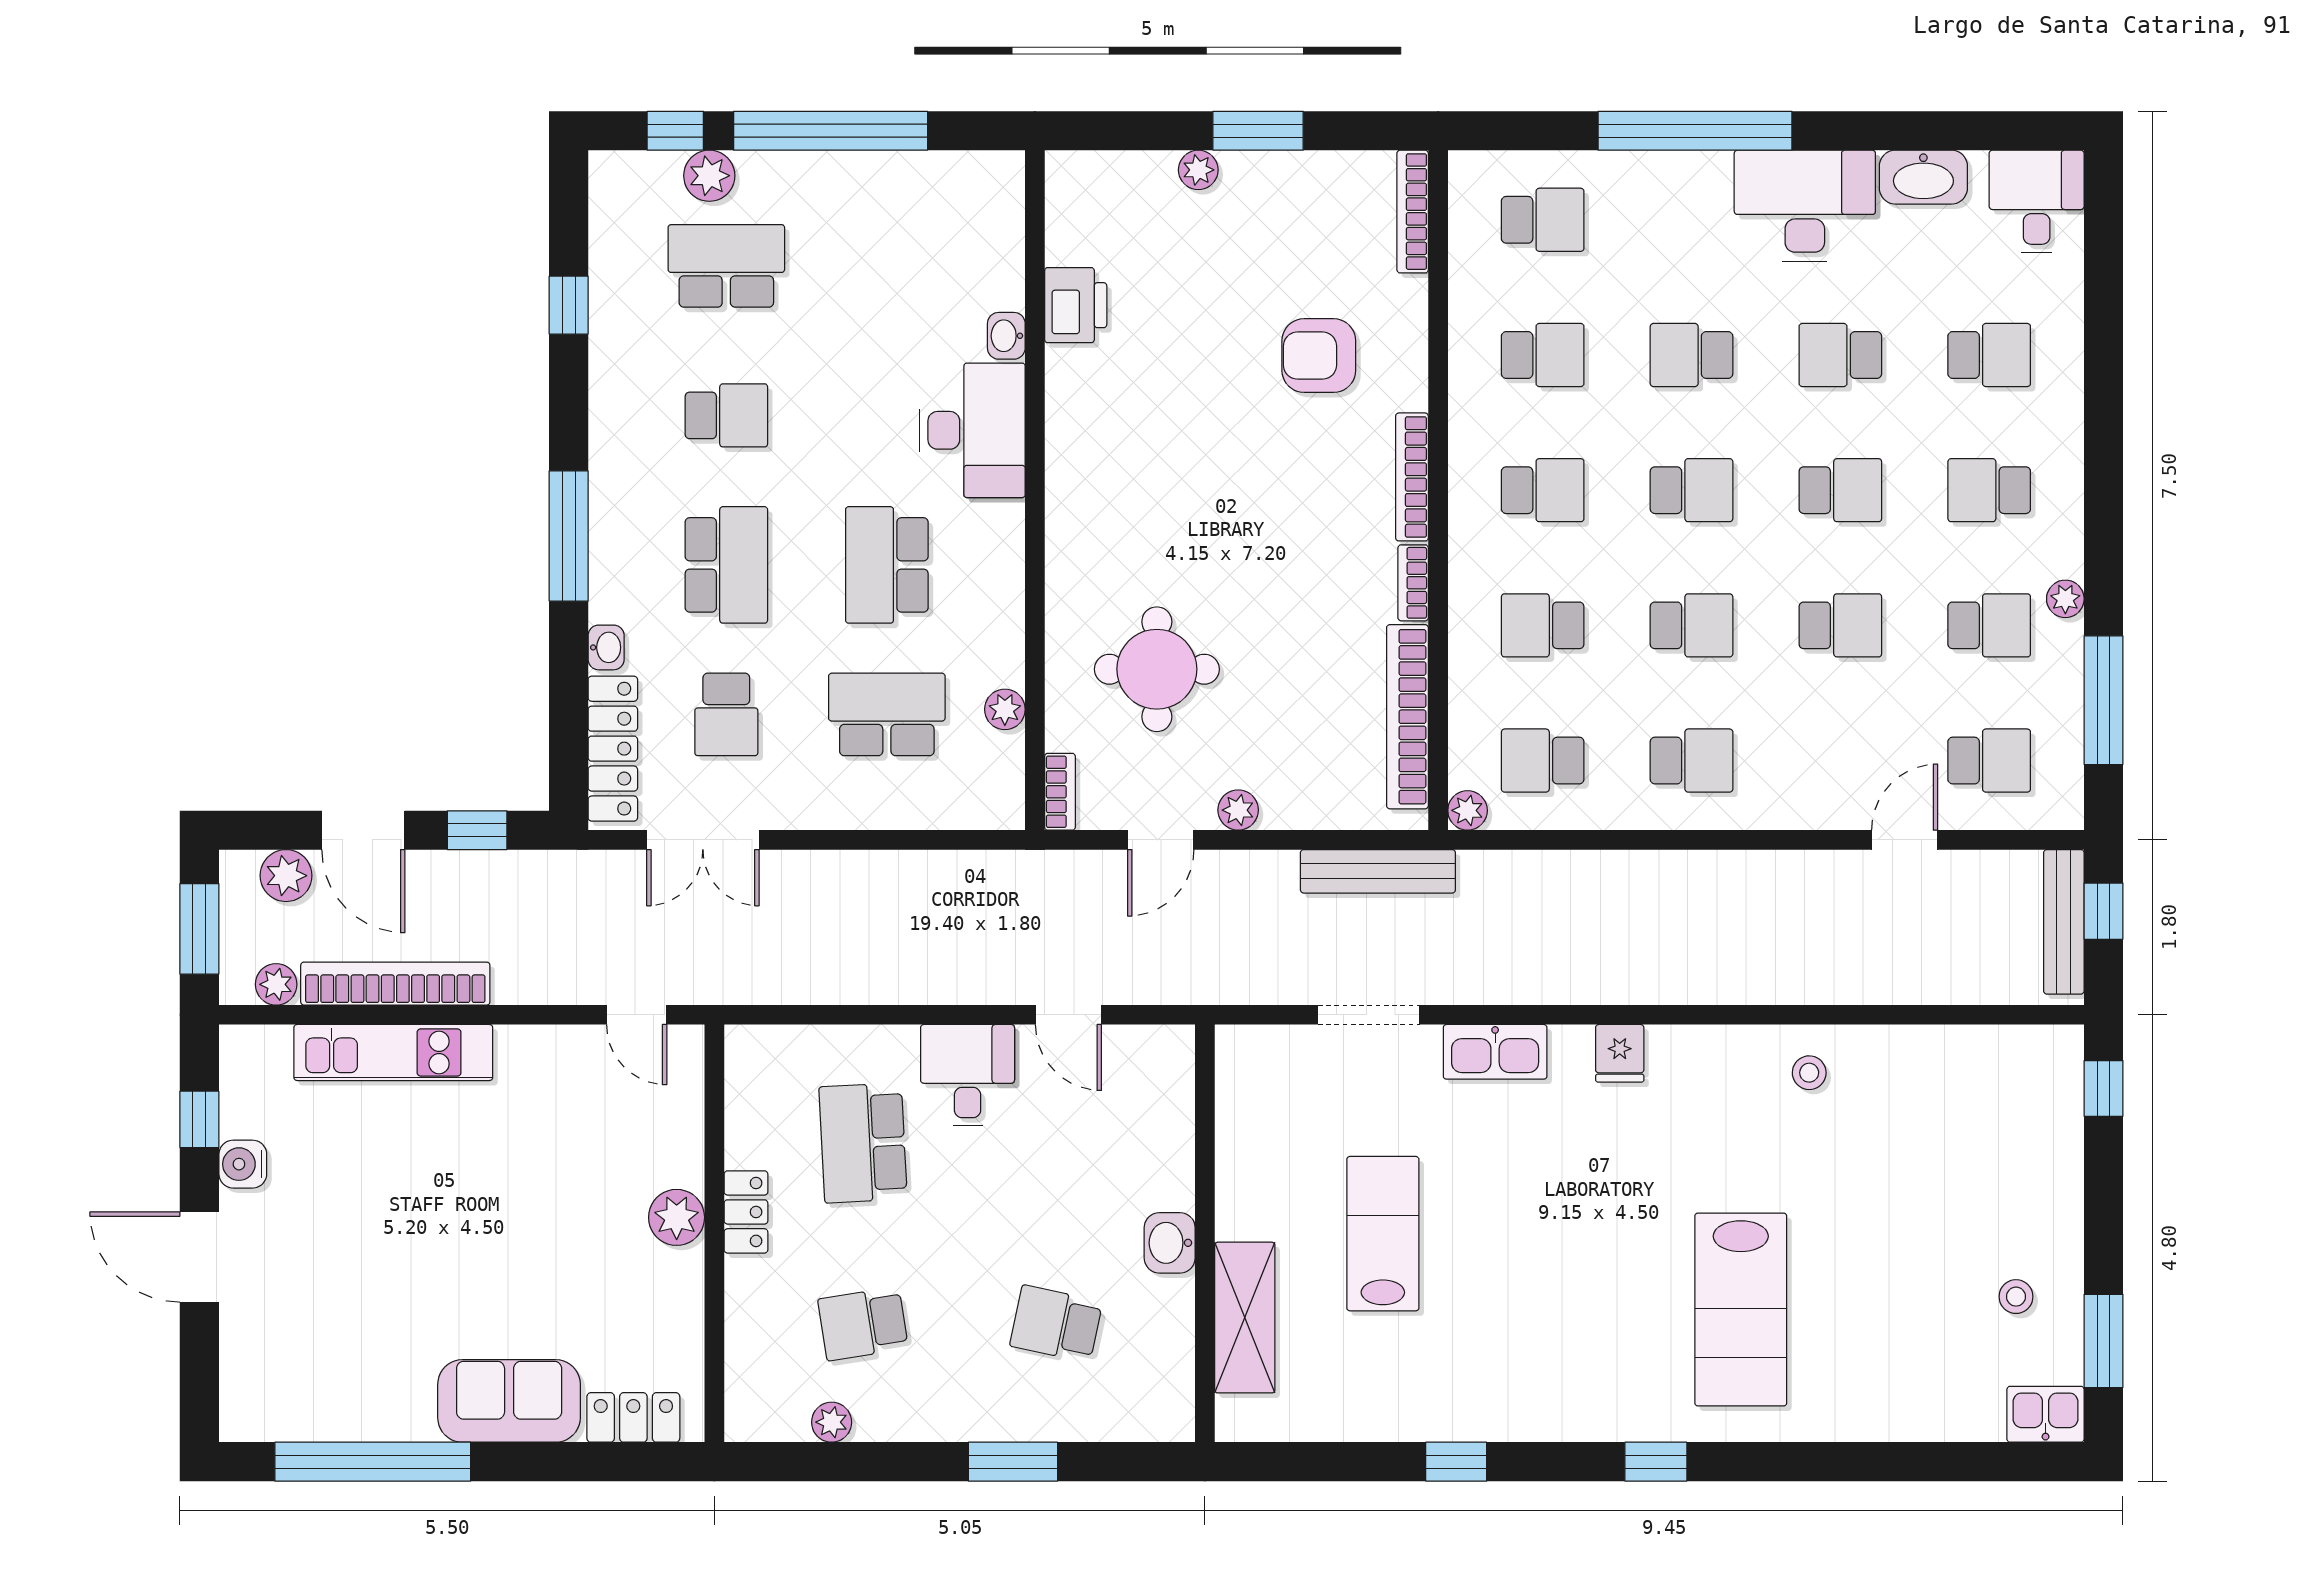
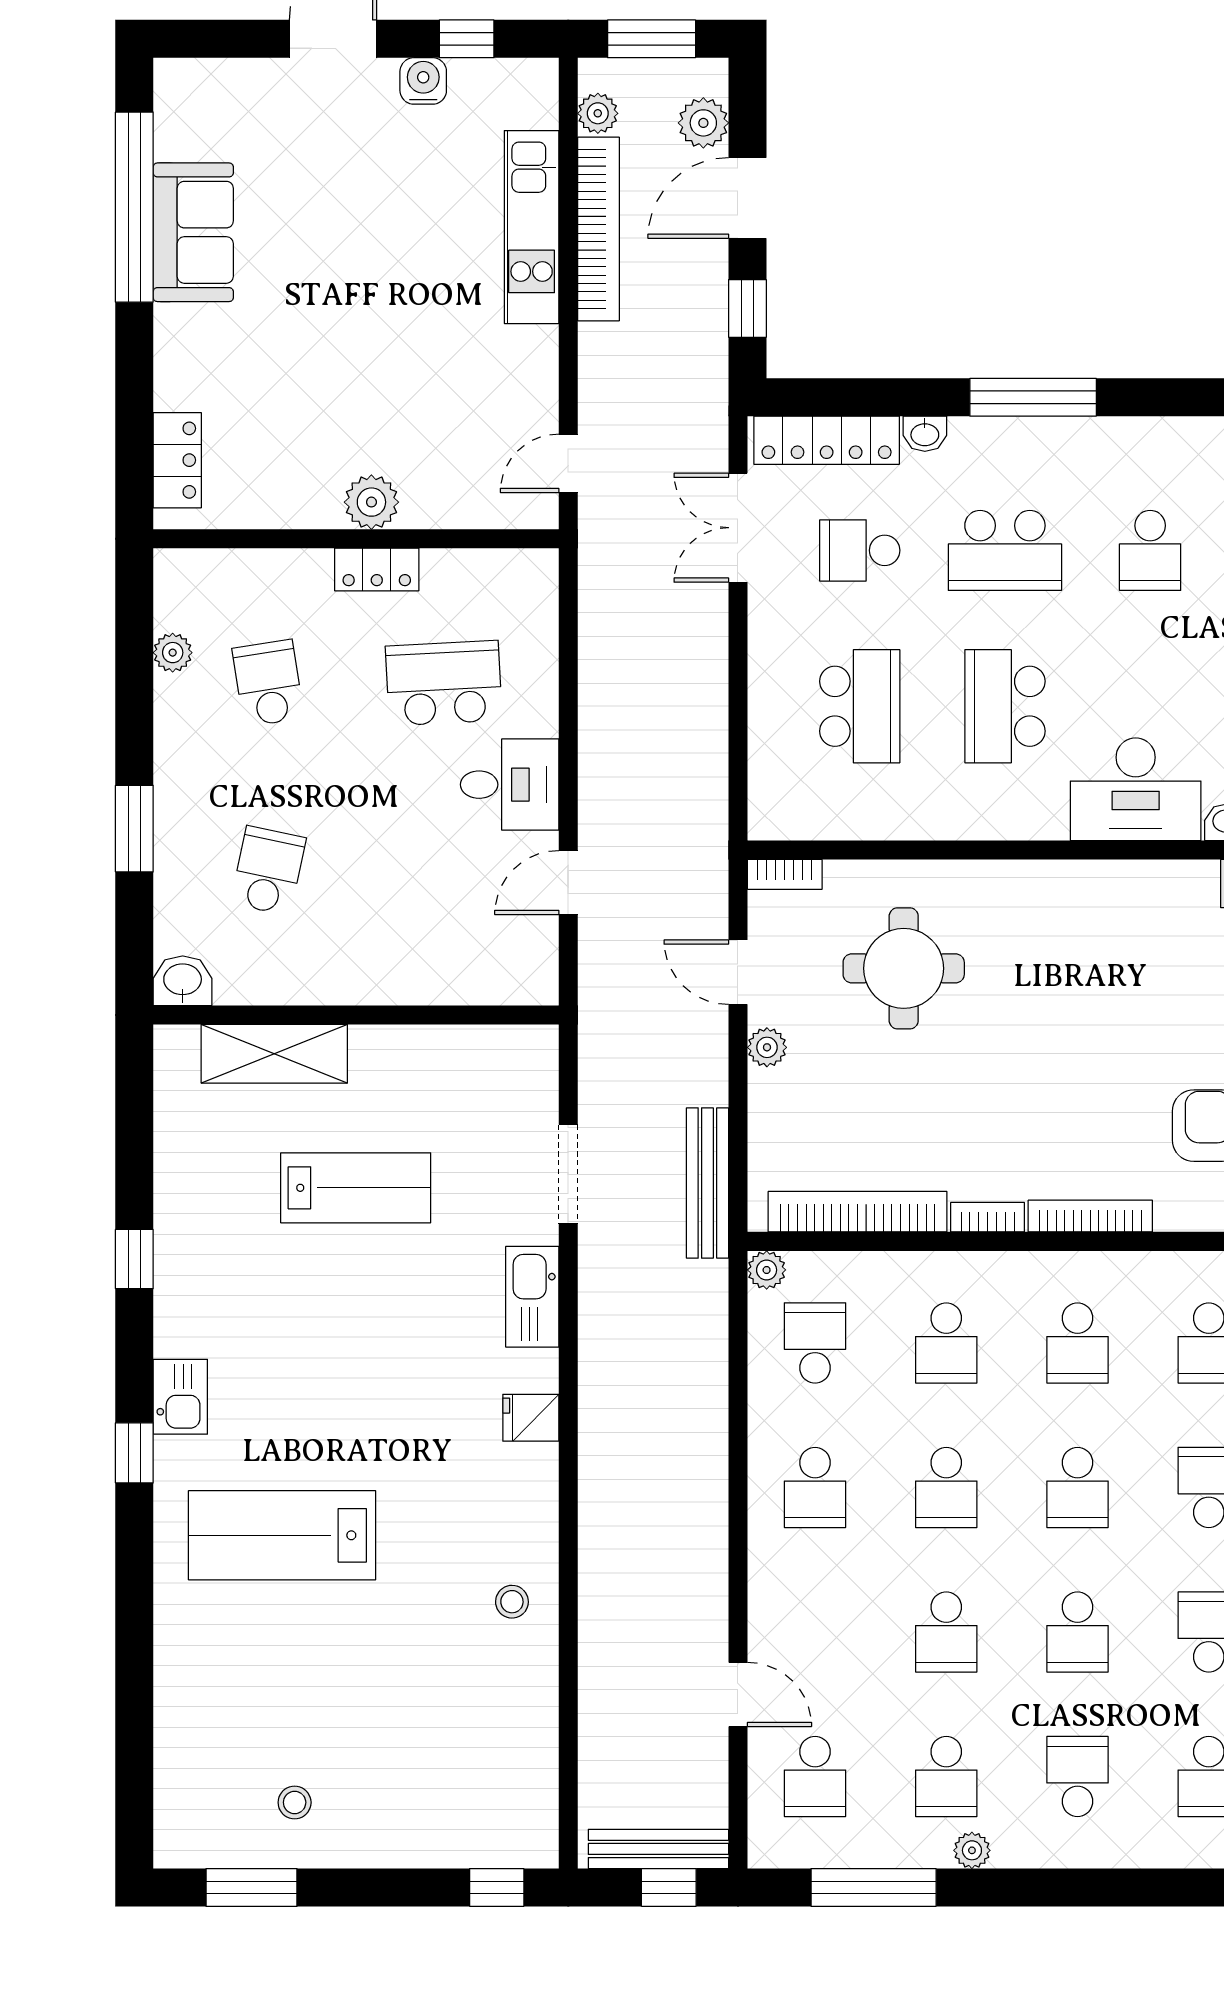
school desk: (887, 565) -> (1005, 706), turned -90
school desk: (1543, 625) -> (946, 1343), turned 180
plant: (1005, 709) -> (865, 821), removed
washbasin: (1170, 1243) -> (183, 981), moved
sofa: (509, 1401) -> (193, 232), moved
kitchen sink: (2046, 1414) -> (180, 1397), moved

